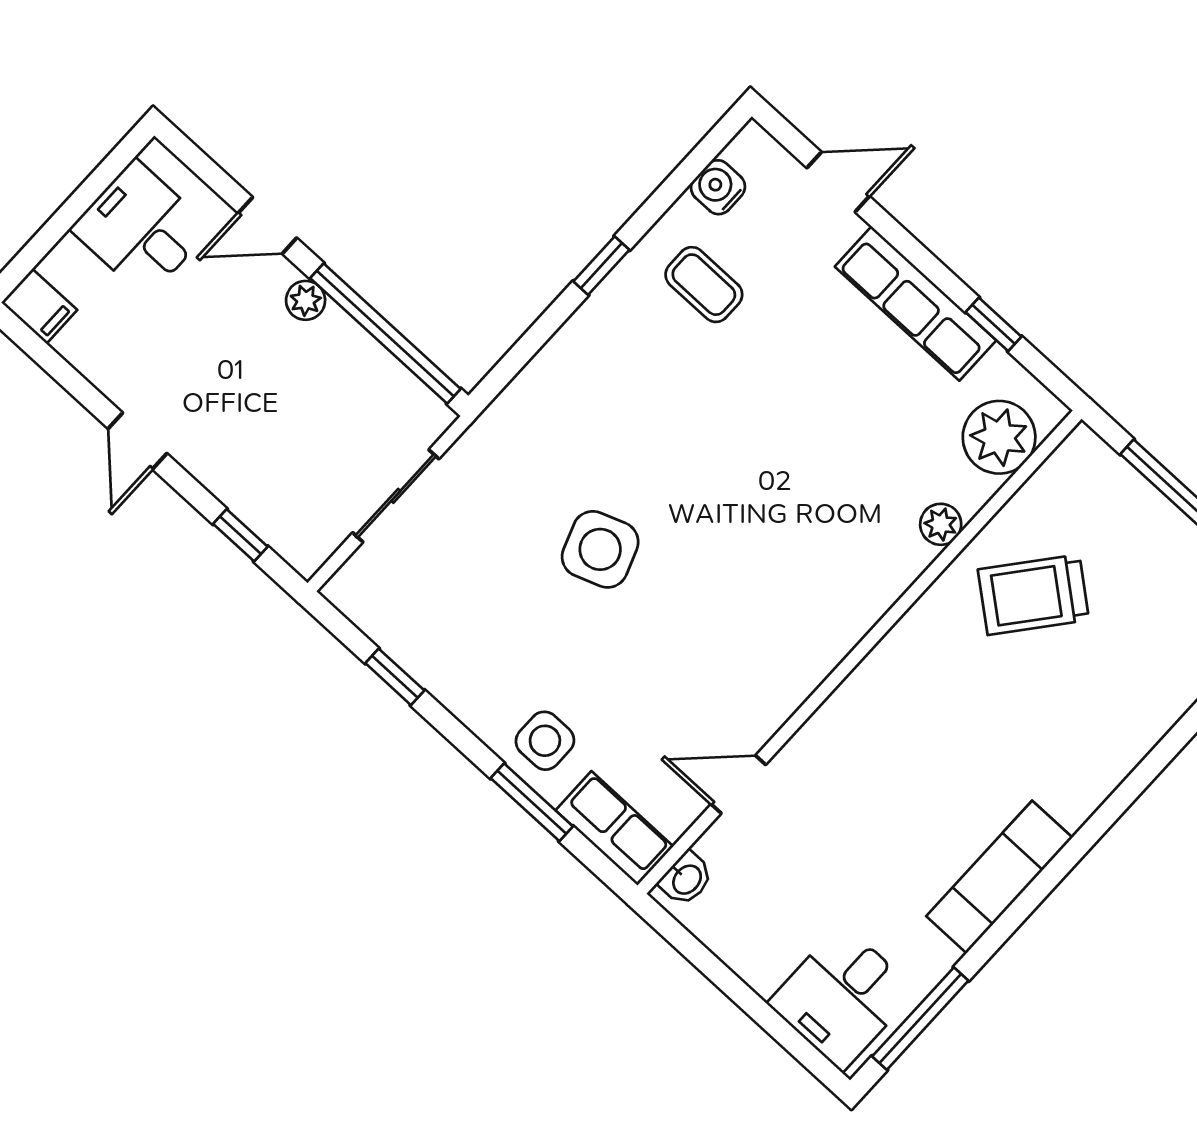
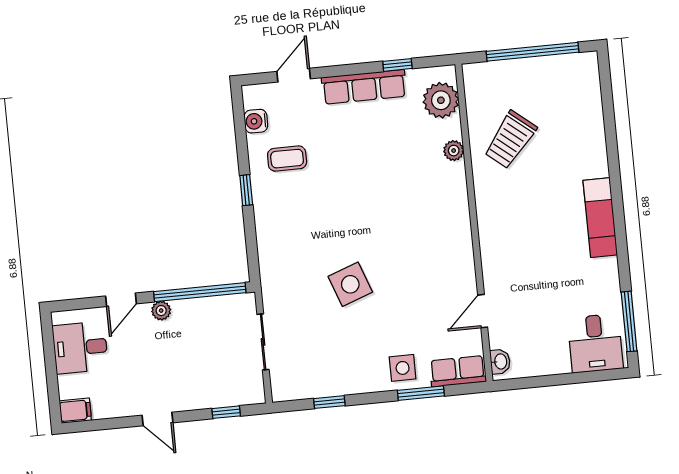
exam couch: (999, 877) -> (600, 218), moved

